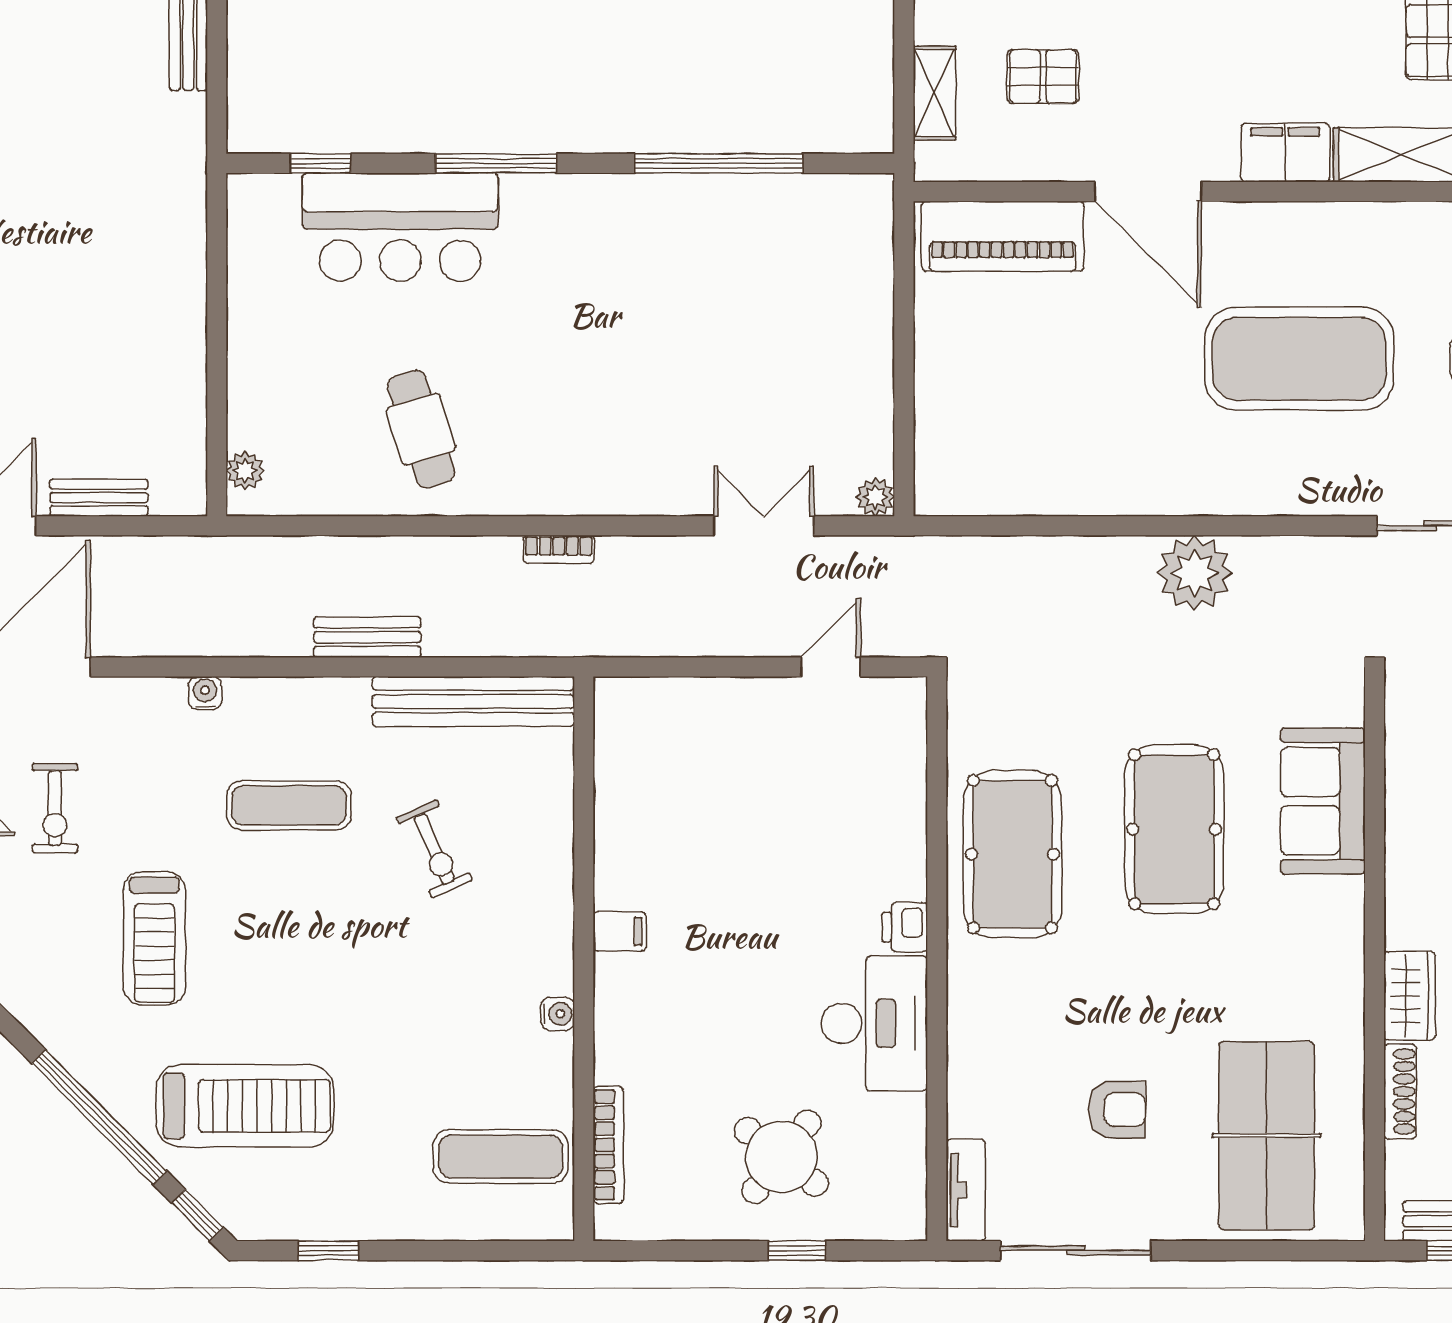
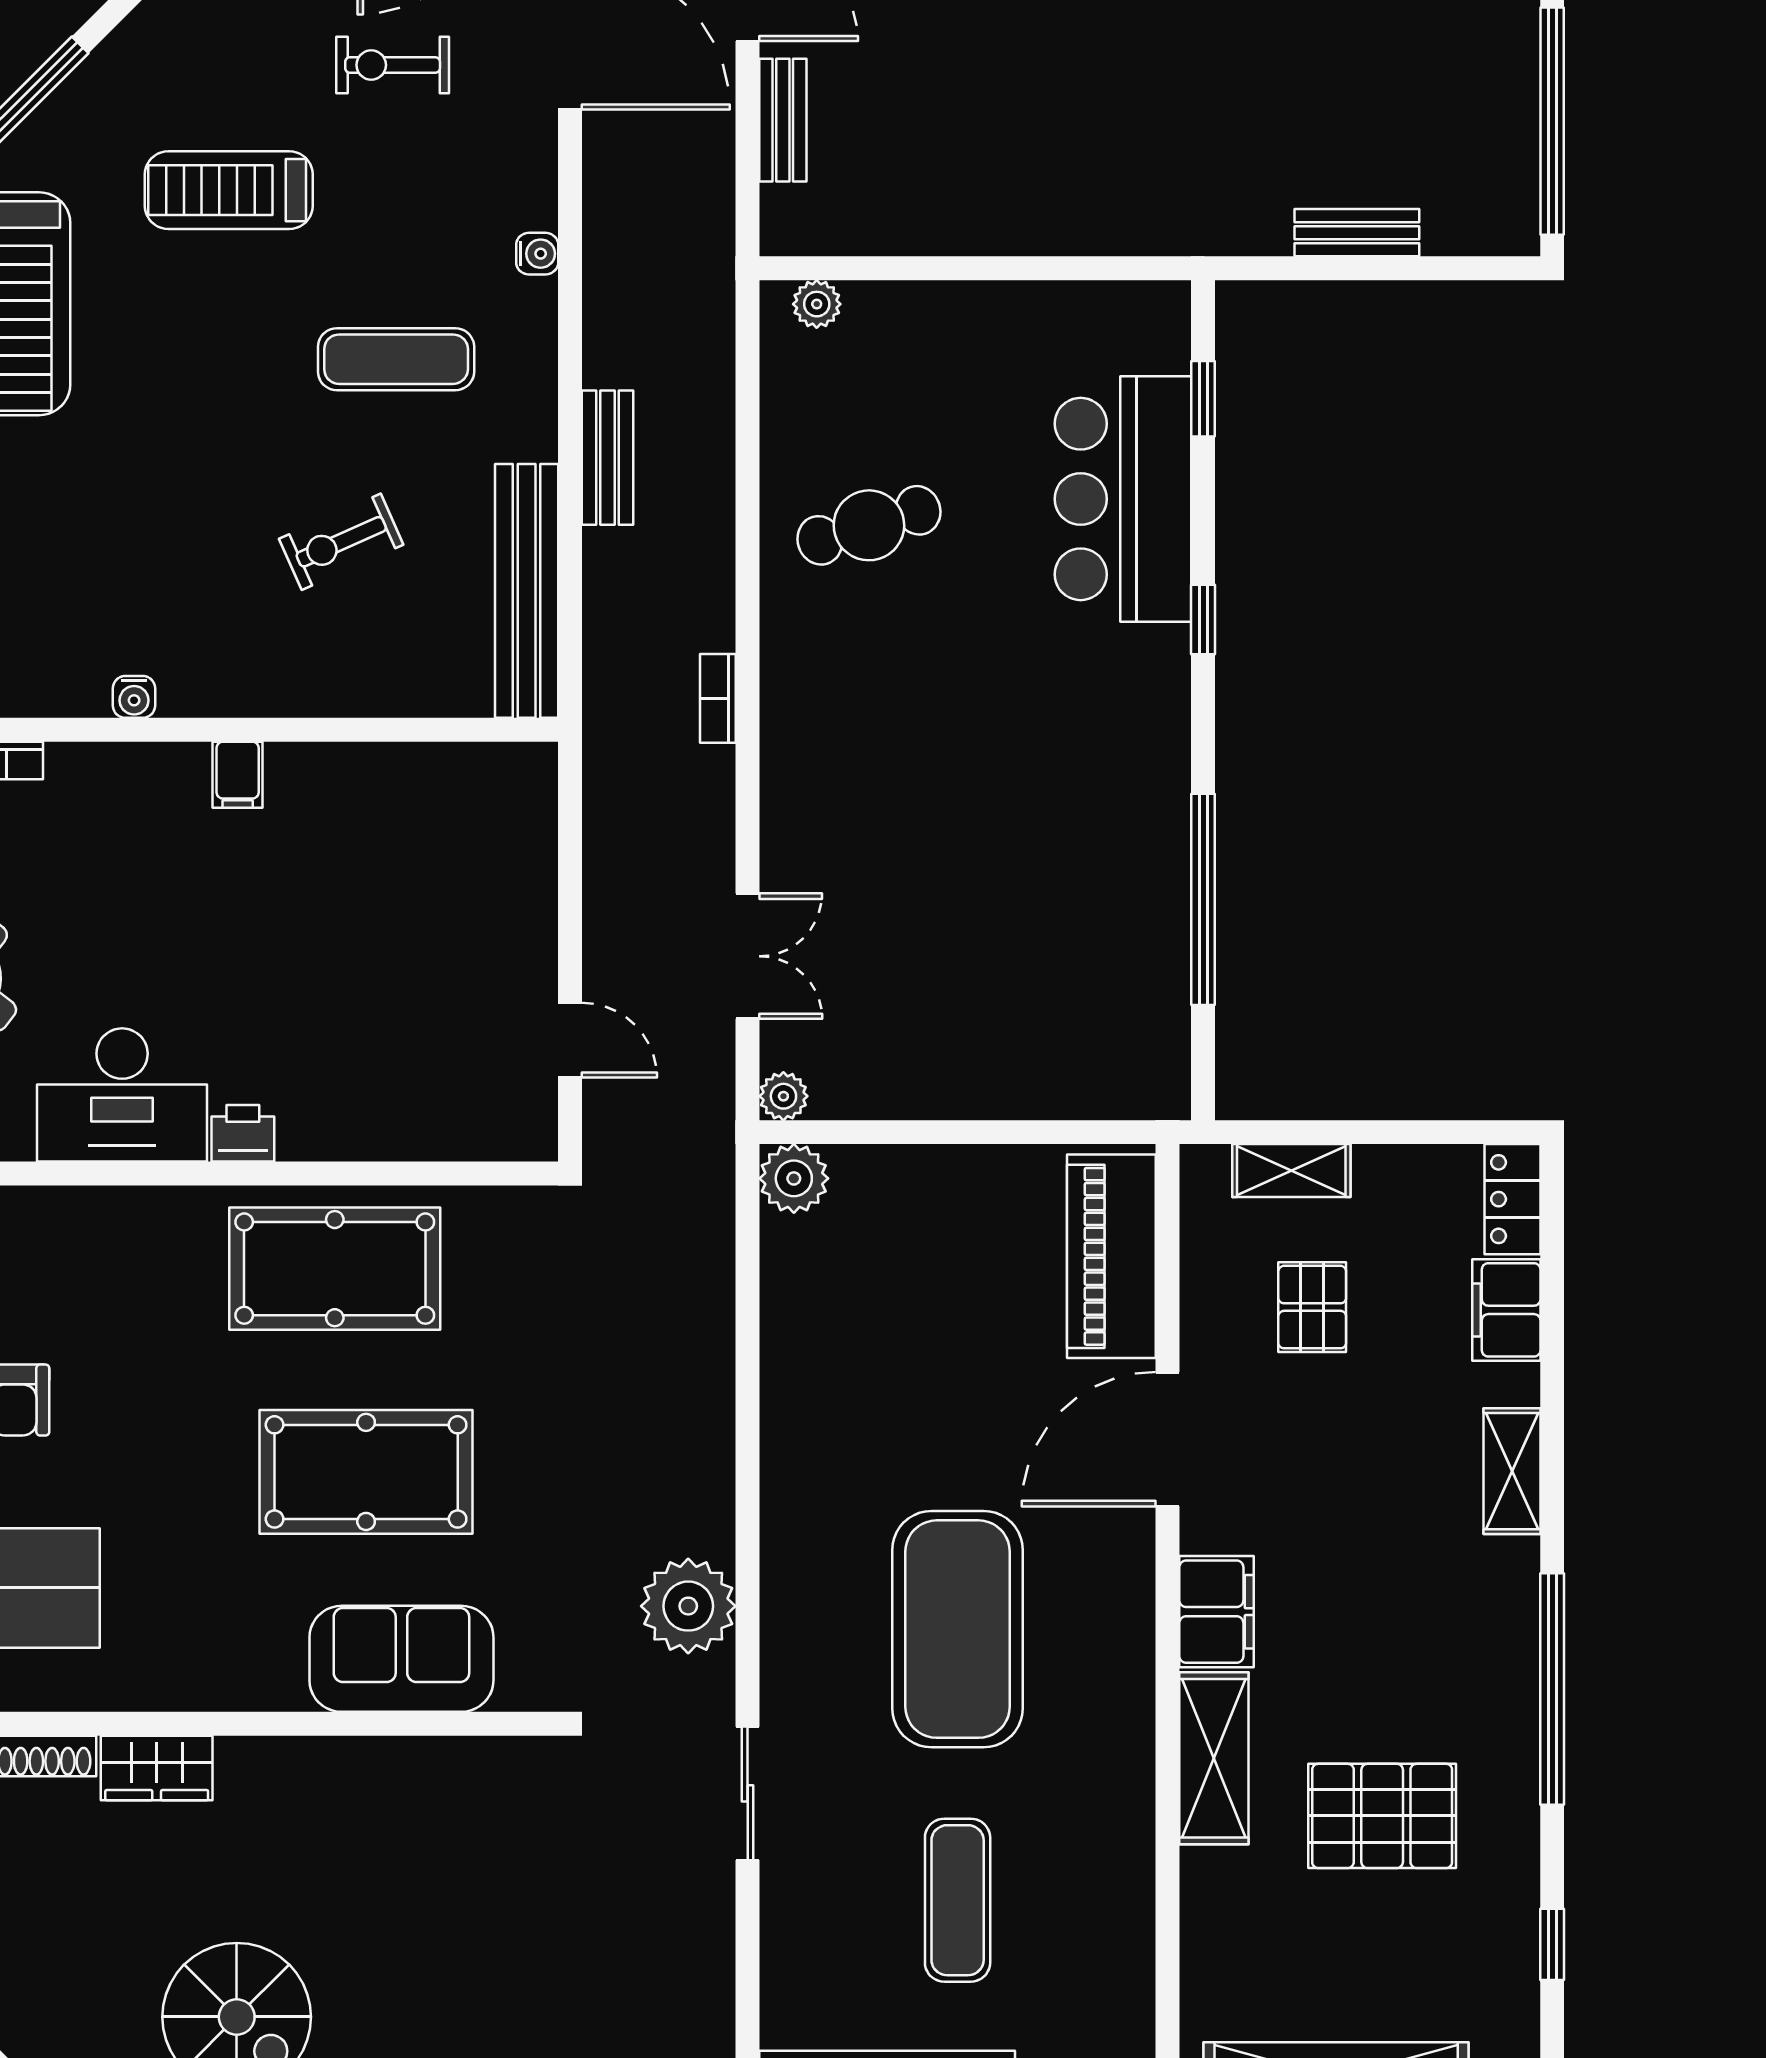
window: (496, 163) -> (1203, 619), width x0.46
plant: (941, 489) -> (794, 1178), added
plant: (1195, 573) -> (688, 1606), moved
exercise mat: (289, 805) -> (396, 359), turned 90

